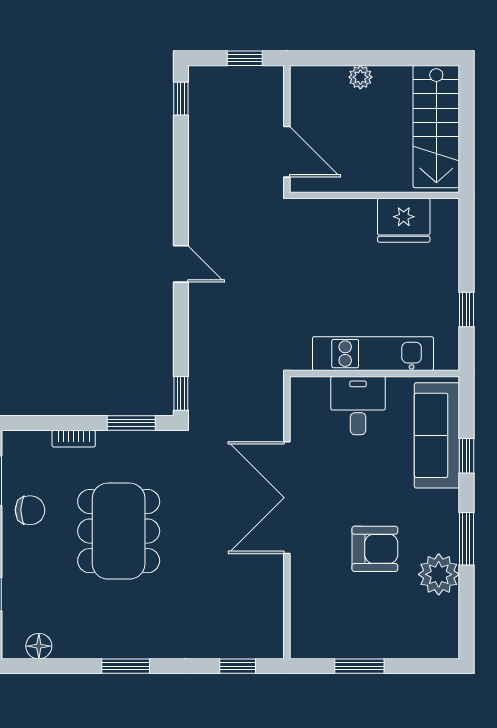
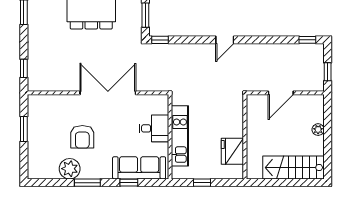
wall: (375, 195) -> (245, 137), moved
fridge: (404, 220) -> (232, 151), moved

